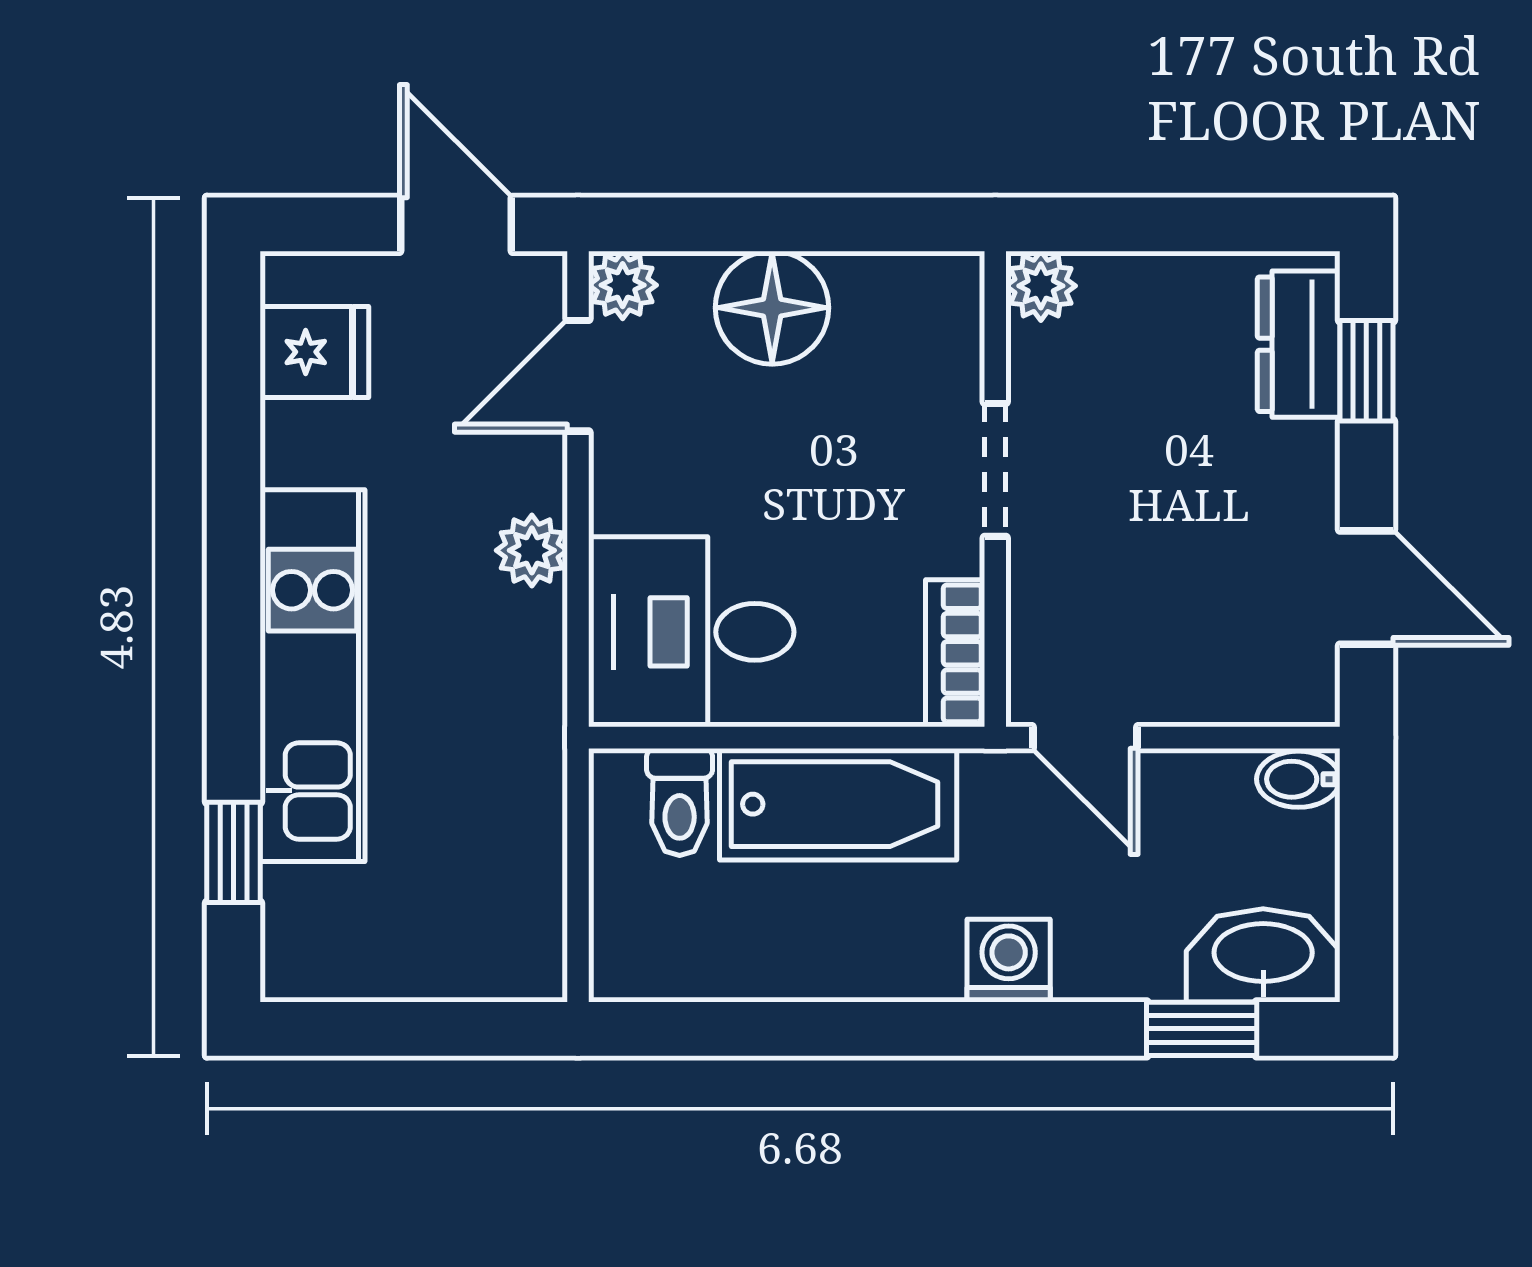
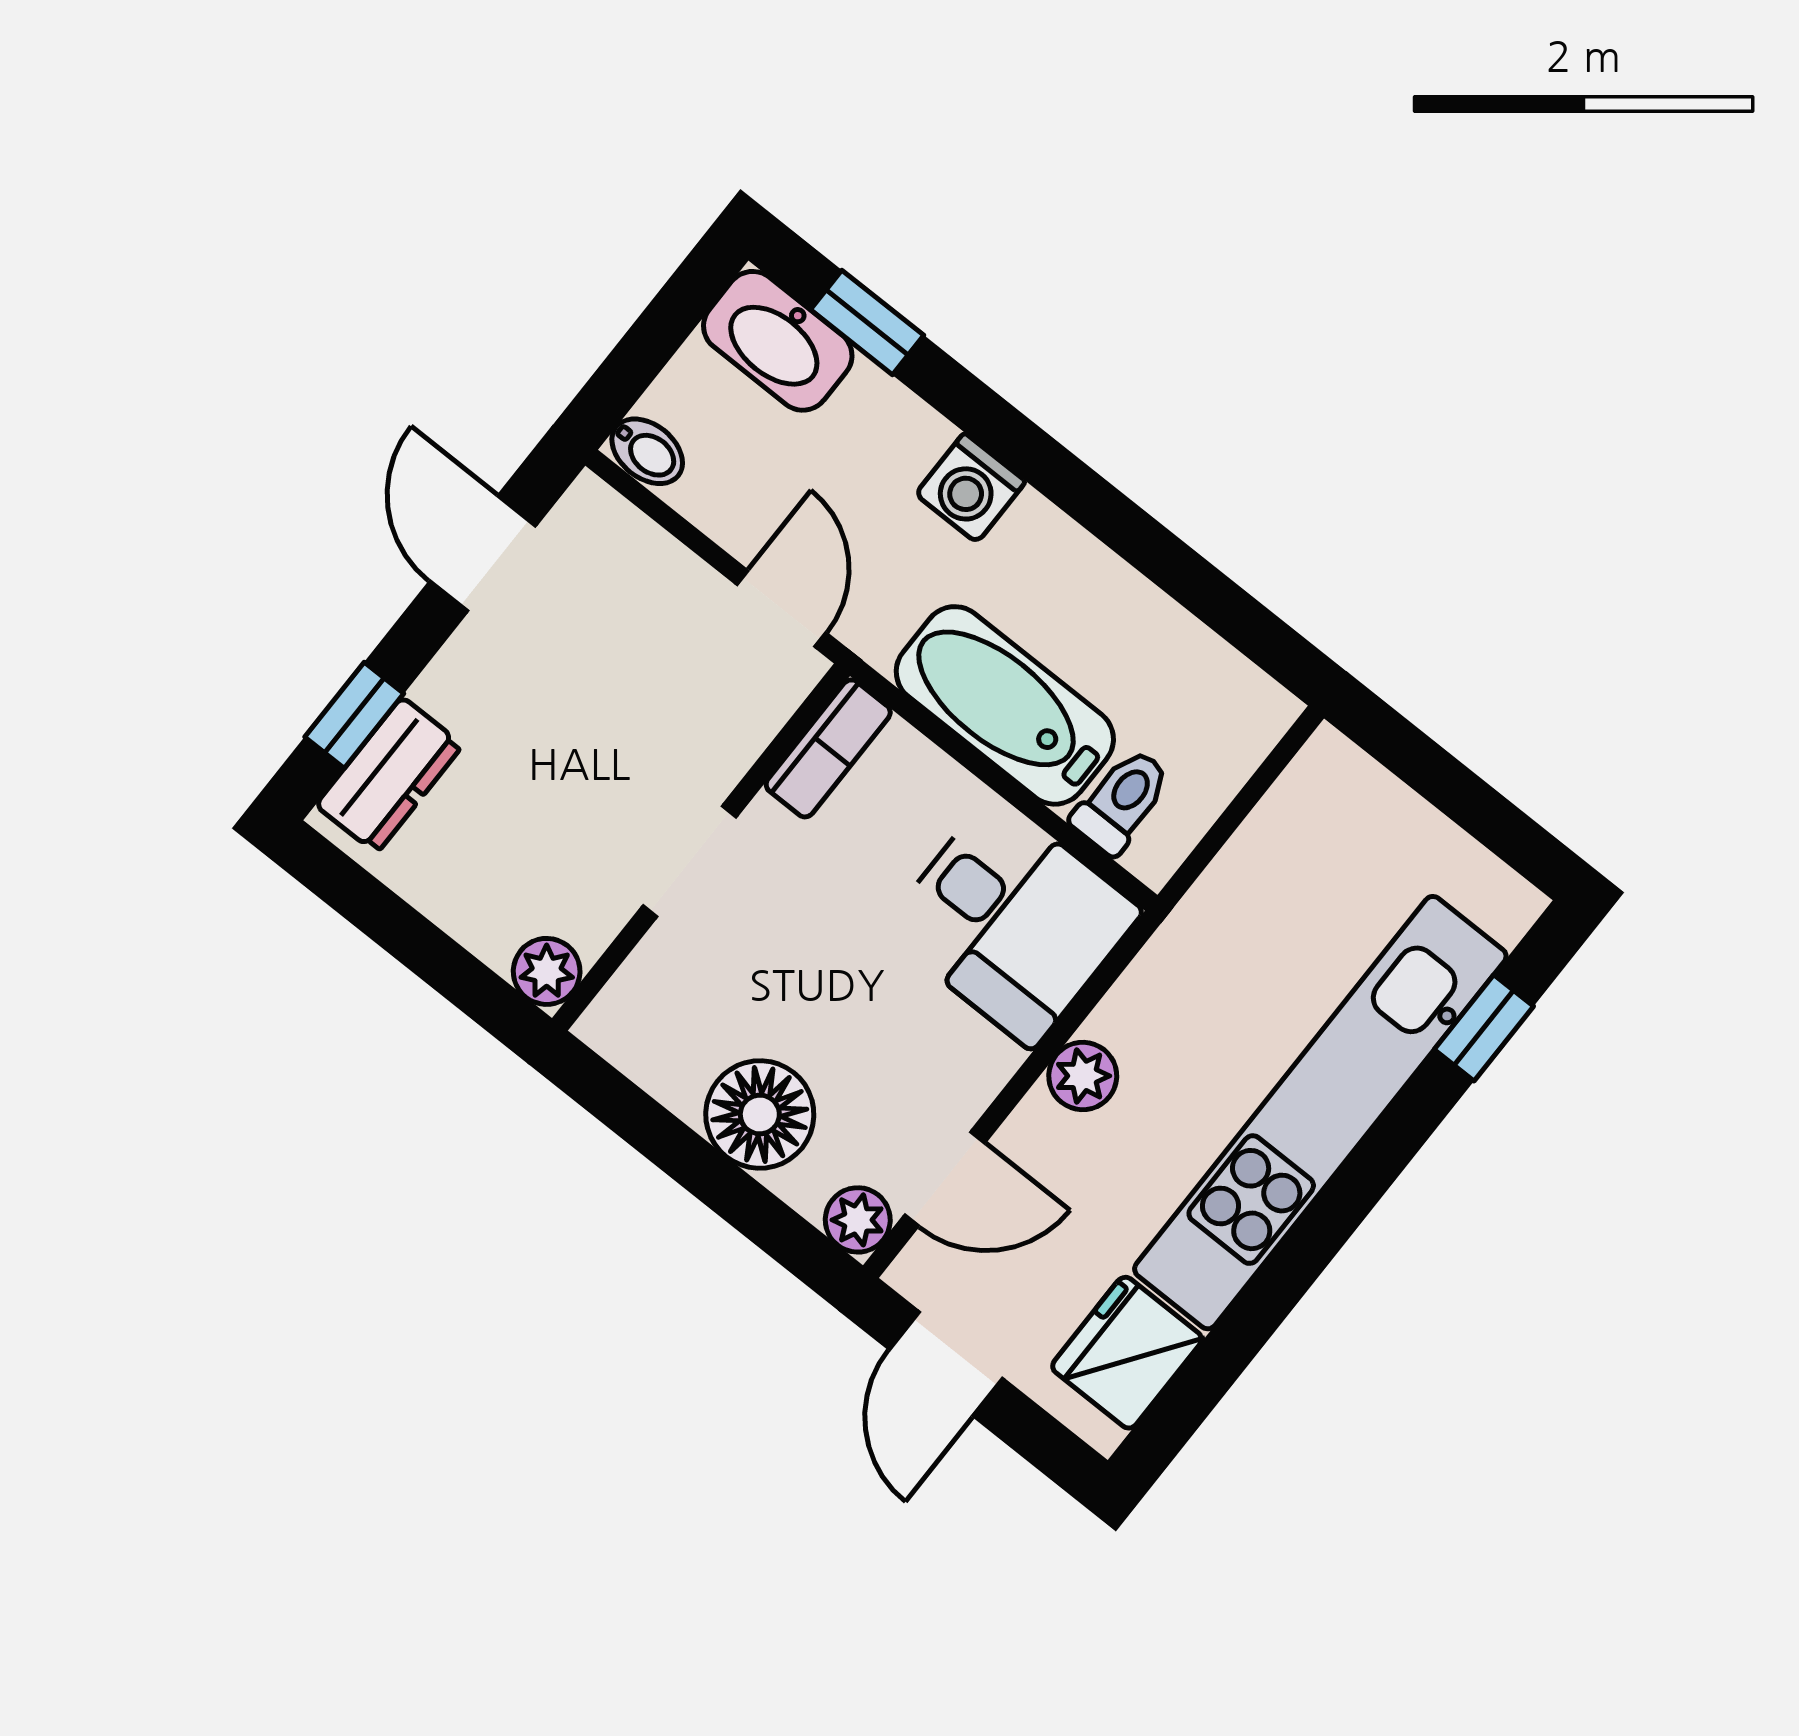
fridge: (314, 352) -> (1127, 1353), width x1.38
kitchen unit: (313, 676) -> (1320, 1113), width x1.36

